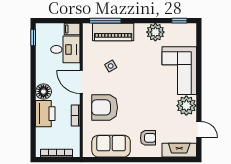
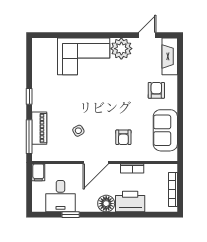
window: (179, 21) -> (29, 96), moved
piano: (113, 32) -> (39, 128), width x0.73, depth x0.75
plant: (155, 32) -> (42, 82), removed
window: (33, 37) -> (71, 215), moved
desk: (65, 49) -> (60, 196), moved, turned 180
armchair: (105, 107) -> (123, 137), width x0.53, depth x0.53

